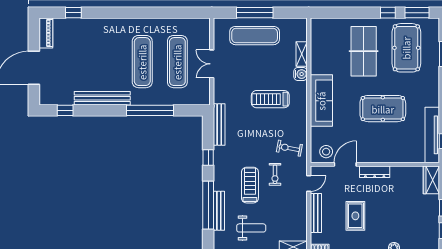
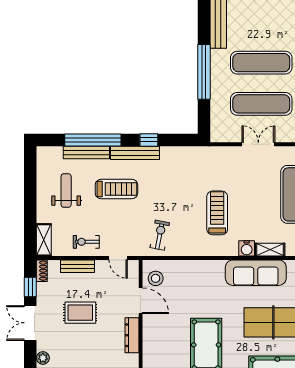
sofa: (321, 101) -> (256, 273), moved
bench: (219, 125) -> (135, 153), moved
exercise bike: (275, 174) -> (86, 242), moved
bench: (316, 213) -> (77, 266), width x0.73
weight bench: (251, 228) -> (66, 190), turned 180

